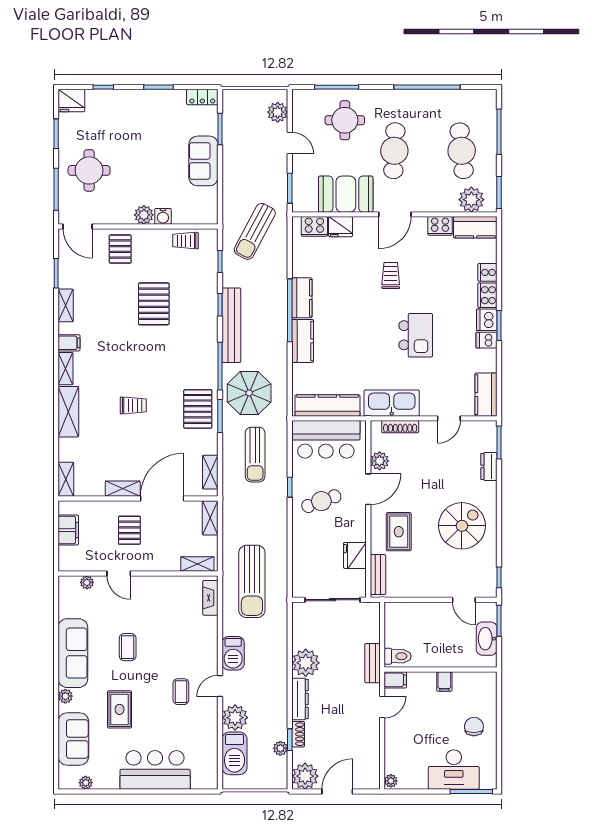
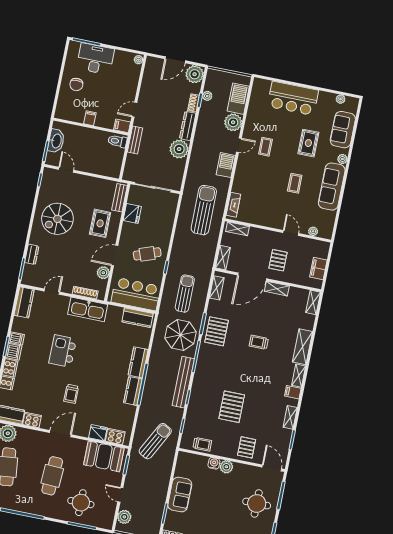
booth: (346, 194) -> (104, 456), moved
kitchen counter: (327, 405) -> (137, 318), width x0.67

